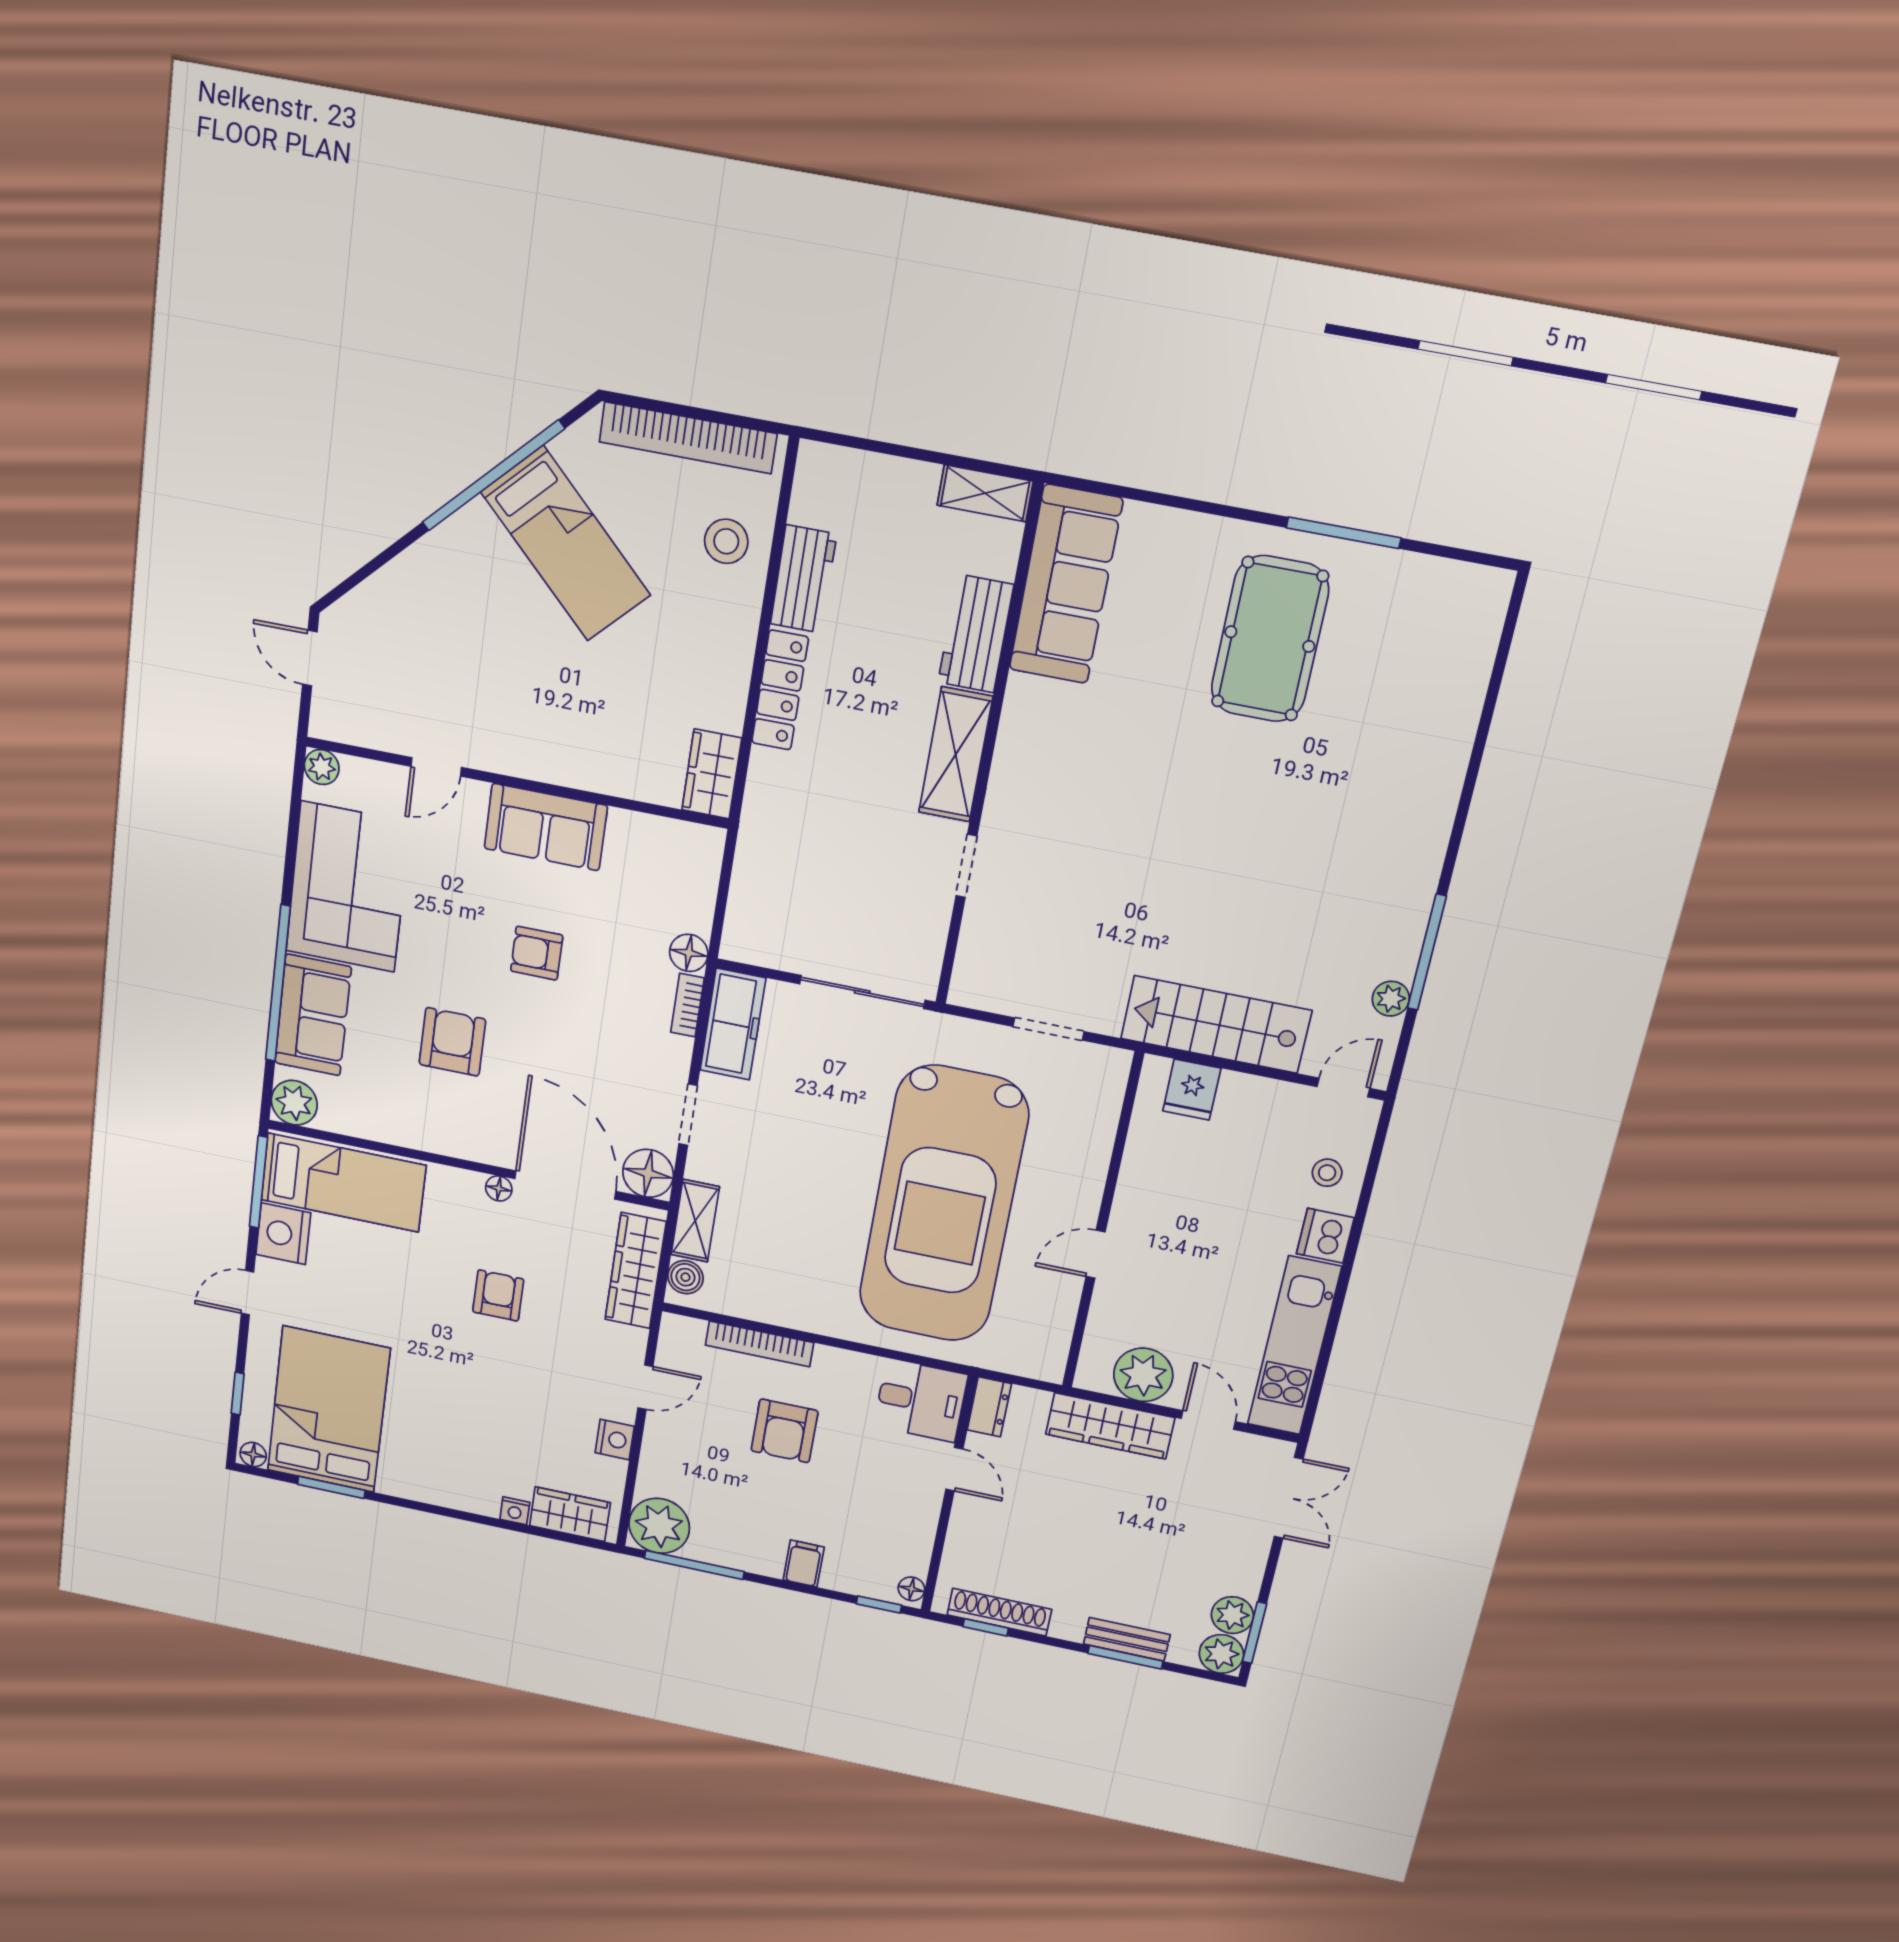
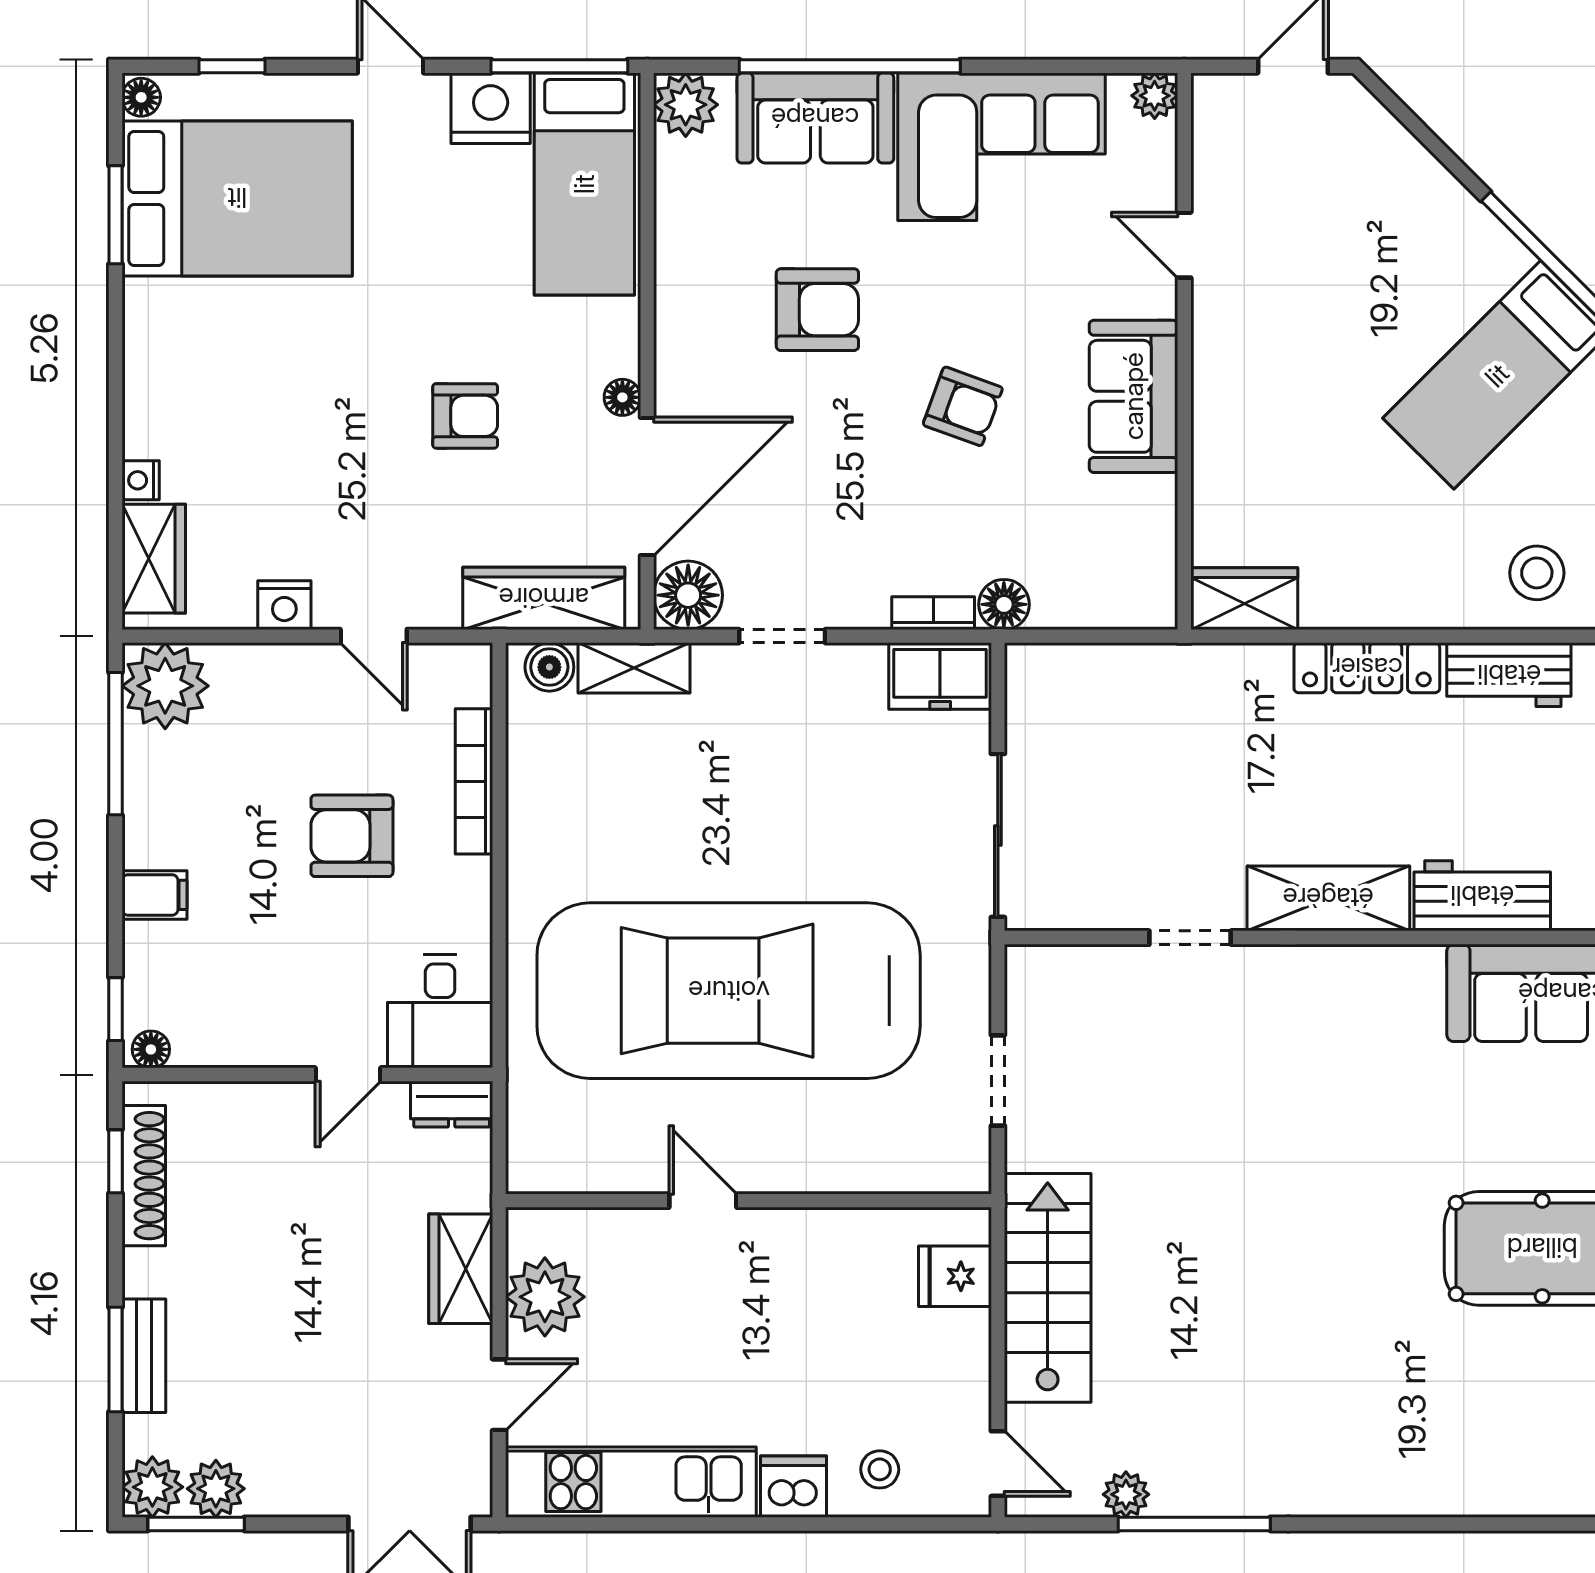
armchair: (537, 953) -> (963, 406), turned 110
freezer: (733, 1024) -> (940, 676), width x0.71
wardrobe: (1110, 1426) -> (461, 1269), width x0.67

